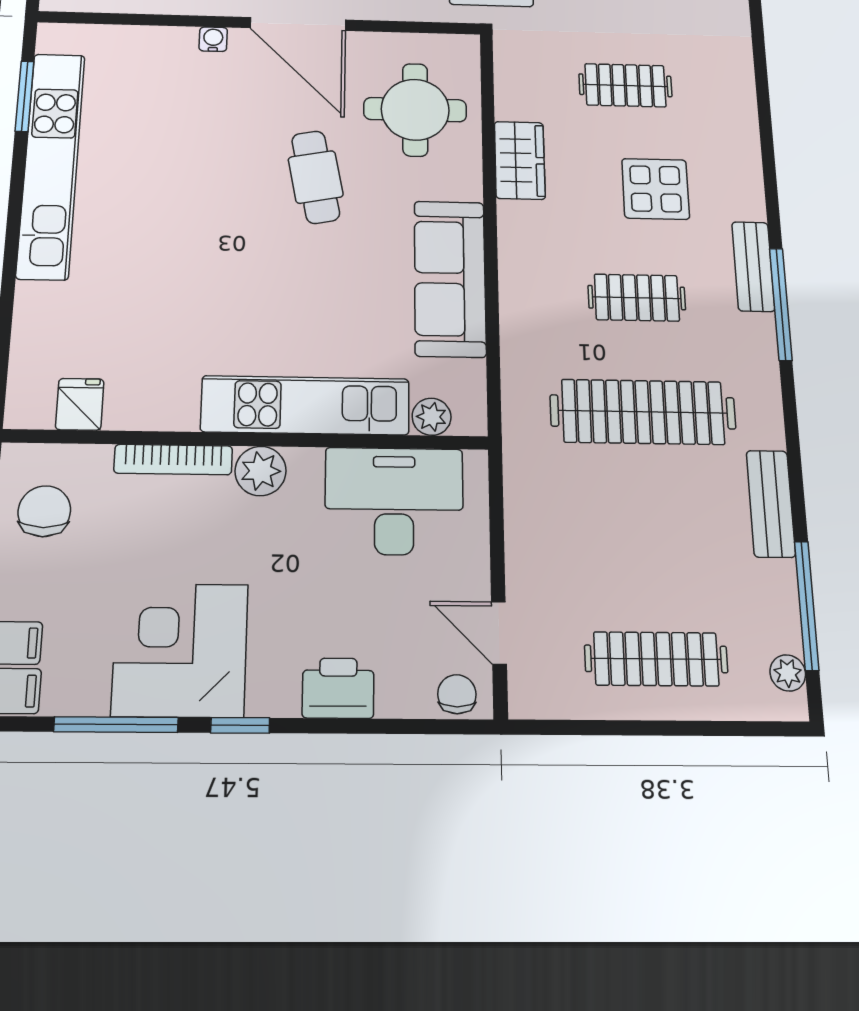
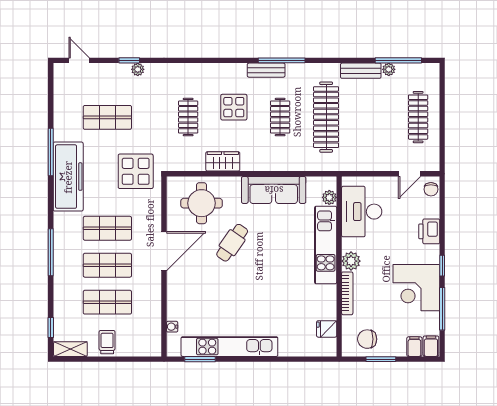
water cooler: (213, 39) -> (172, 327), moved
cafe table: (316, 177) -> (232, 243), turned -44
plant: (788, 673) -> (389, 69), moved
chair: (457, 694) -> (431, 189), turned -90

